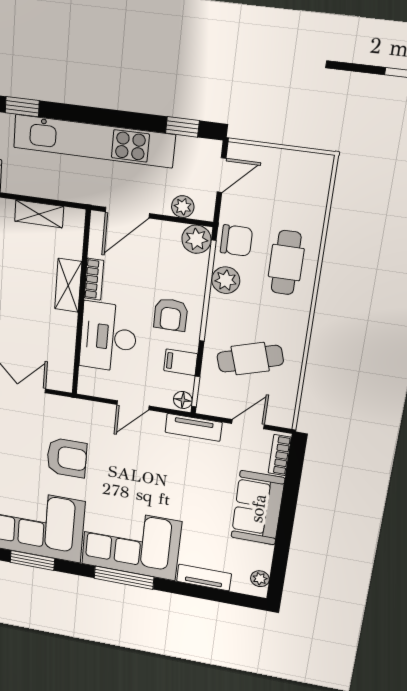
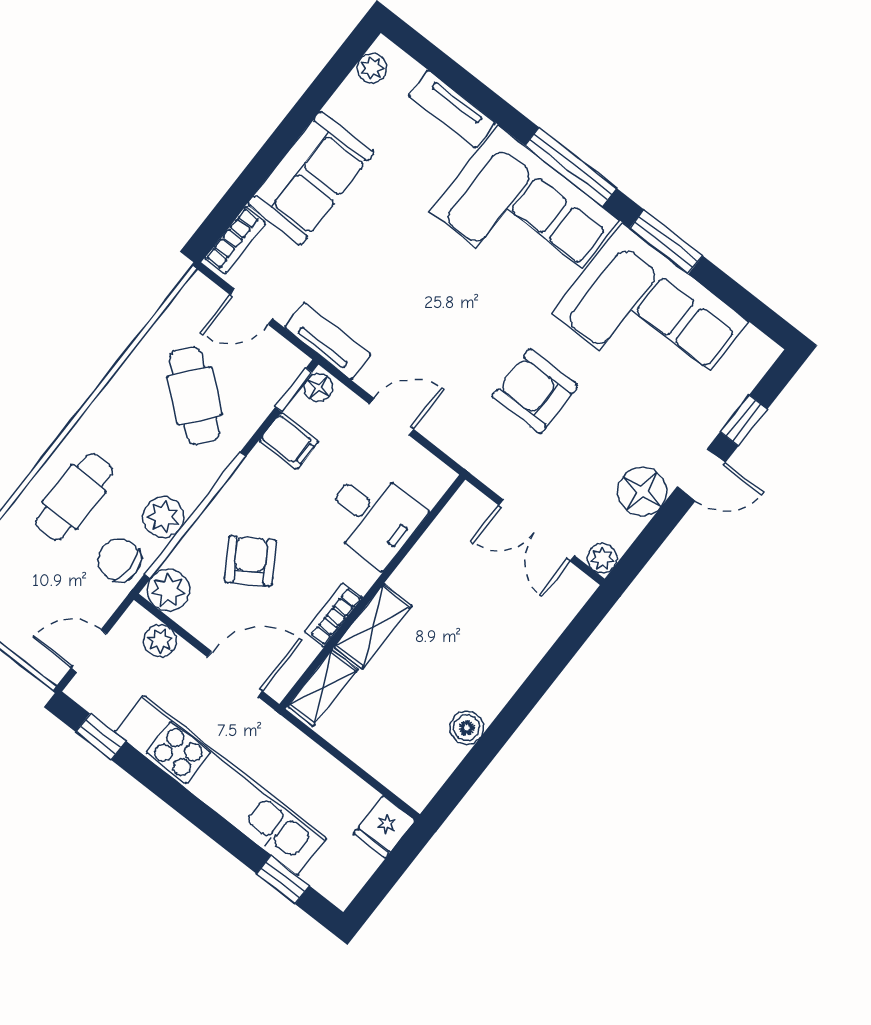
shelving: (39, 214) -> (323, 688), moved, turned 90
armchair: (171, 315) -> (250, 561), moved, turned -33
desk: (108, 337) -> (373, 516), width x0.73
cafe table: (250, 359) -> (194, 396), turned 56
window: (32, 560) -> (666, 242), moved

